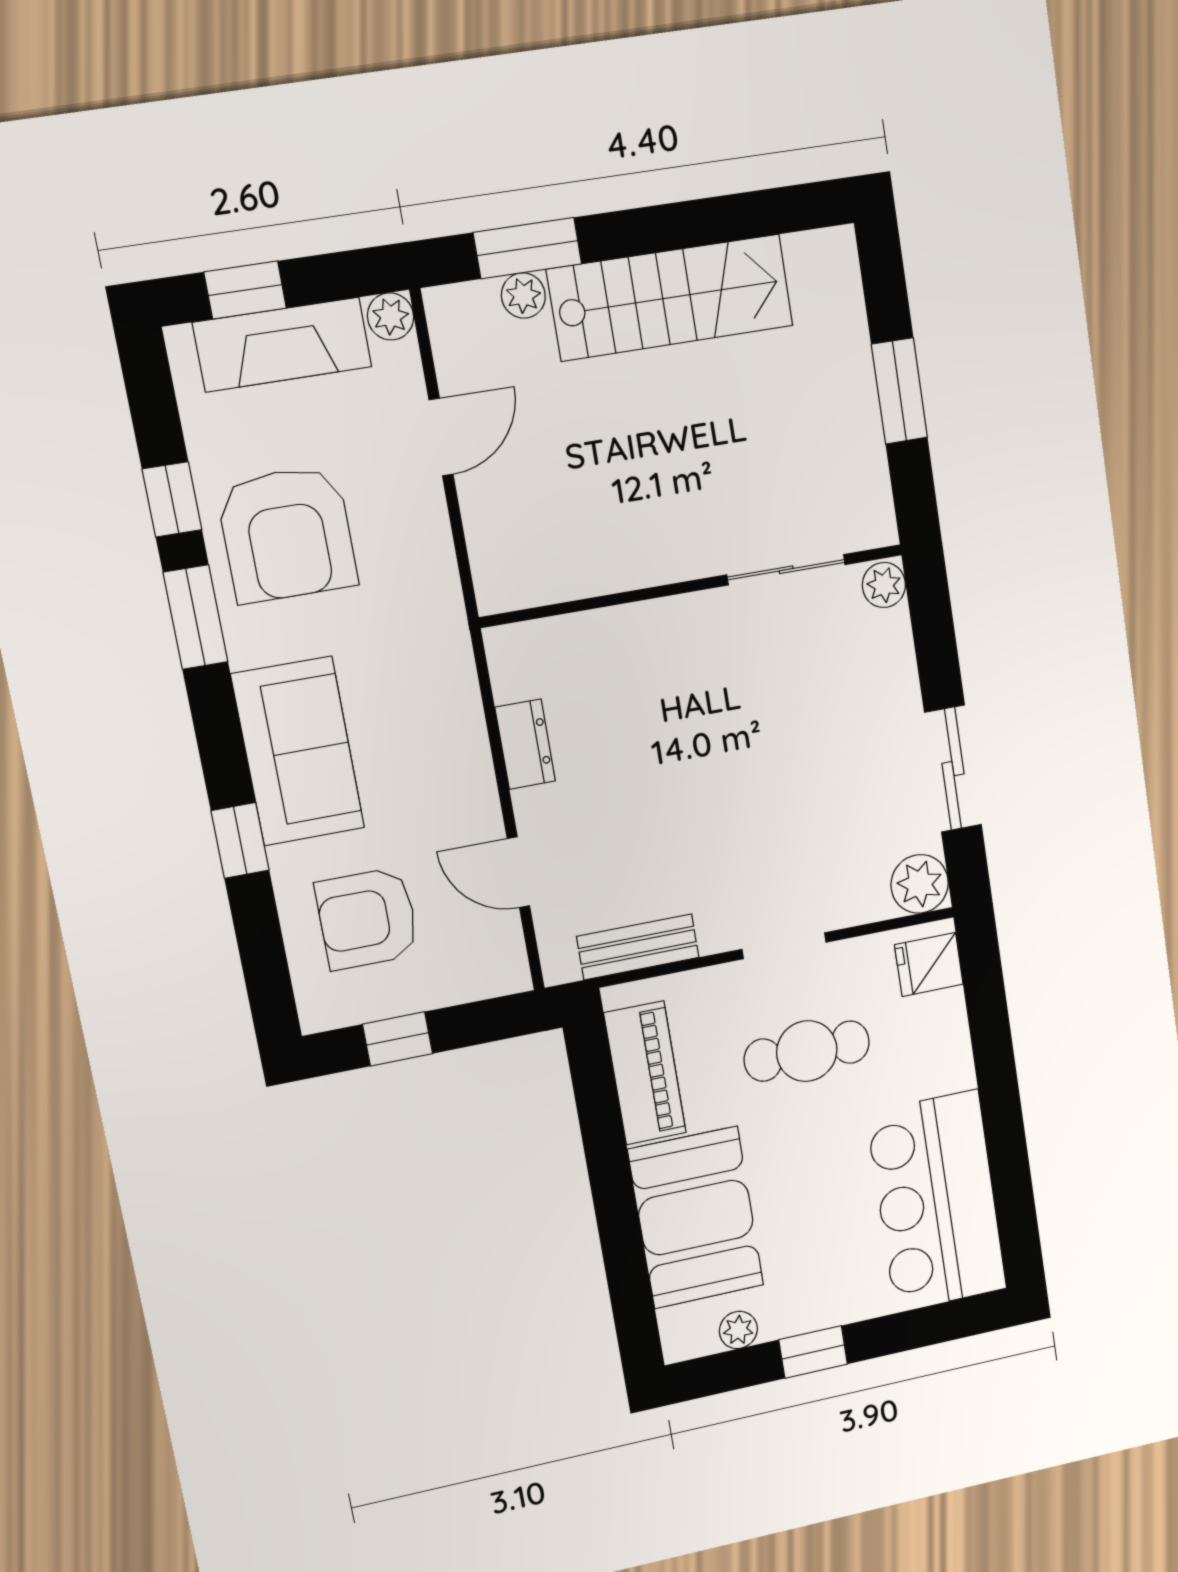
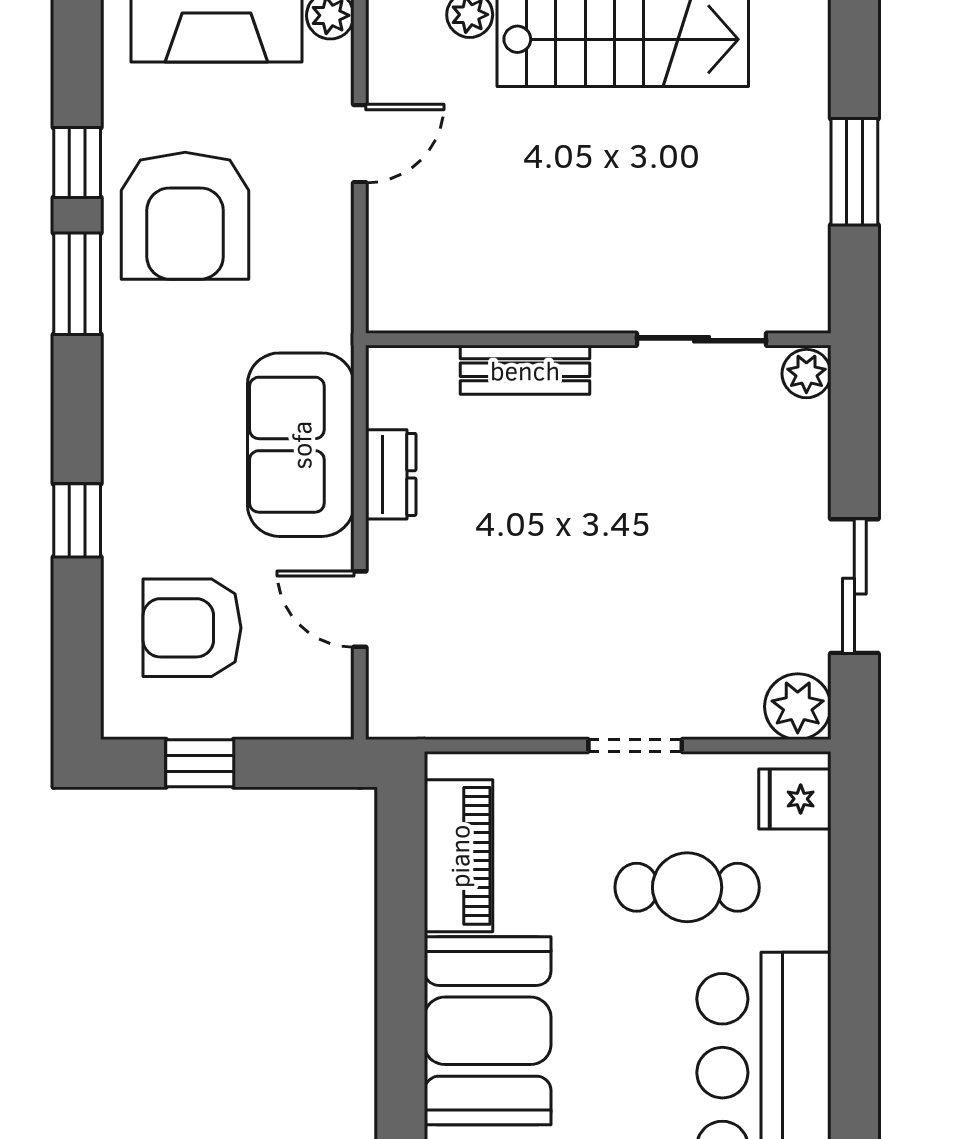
sofa: (298, 751) -> (301, 445), moved, turned 180
bench: (638, 947) -> (525, 370), moved
cafe table: (807, 1051) -> (687, 887), moved

